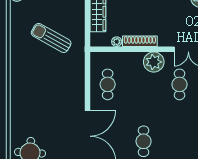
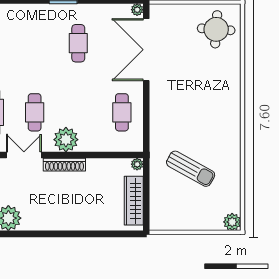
shoe rack: (140, 41) -> (64, 165), moved
plant: (117, 42) -> (137, 164), moved

